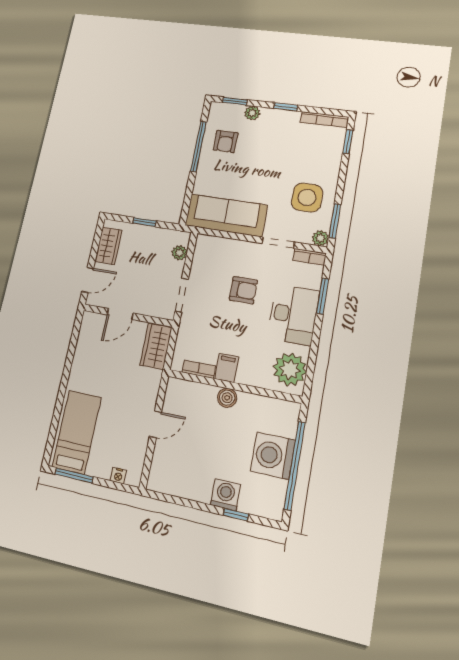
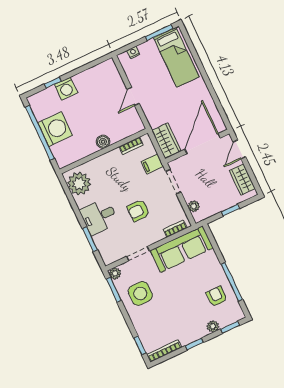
bookcase: (309, 257) -> (175, 229), moved
door: (120, 314) -> (203, 144), width x1.88
desk: (293, 315) -> (99, 217), width x0.73
filing cabinet: (227, 368) -> (152, 164), moved, turned 90

